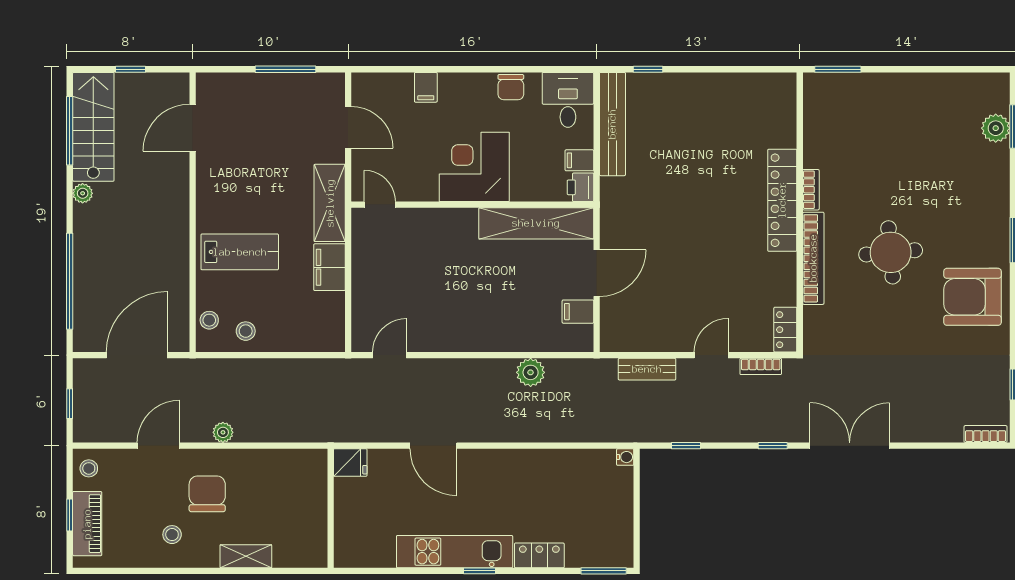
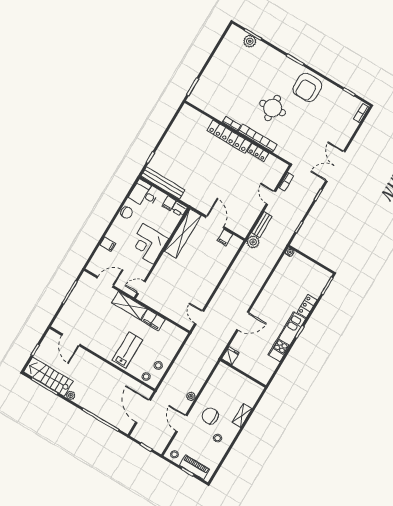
locker: (785, 330) -> (258, 152), moved
plant: (531, 372) -> (253, 242), moved

